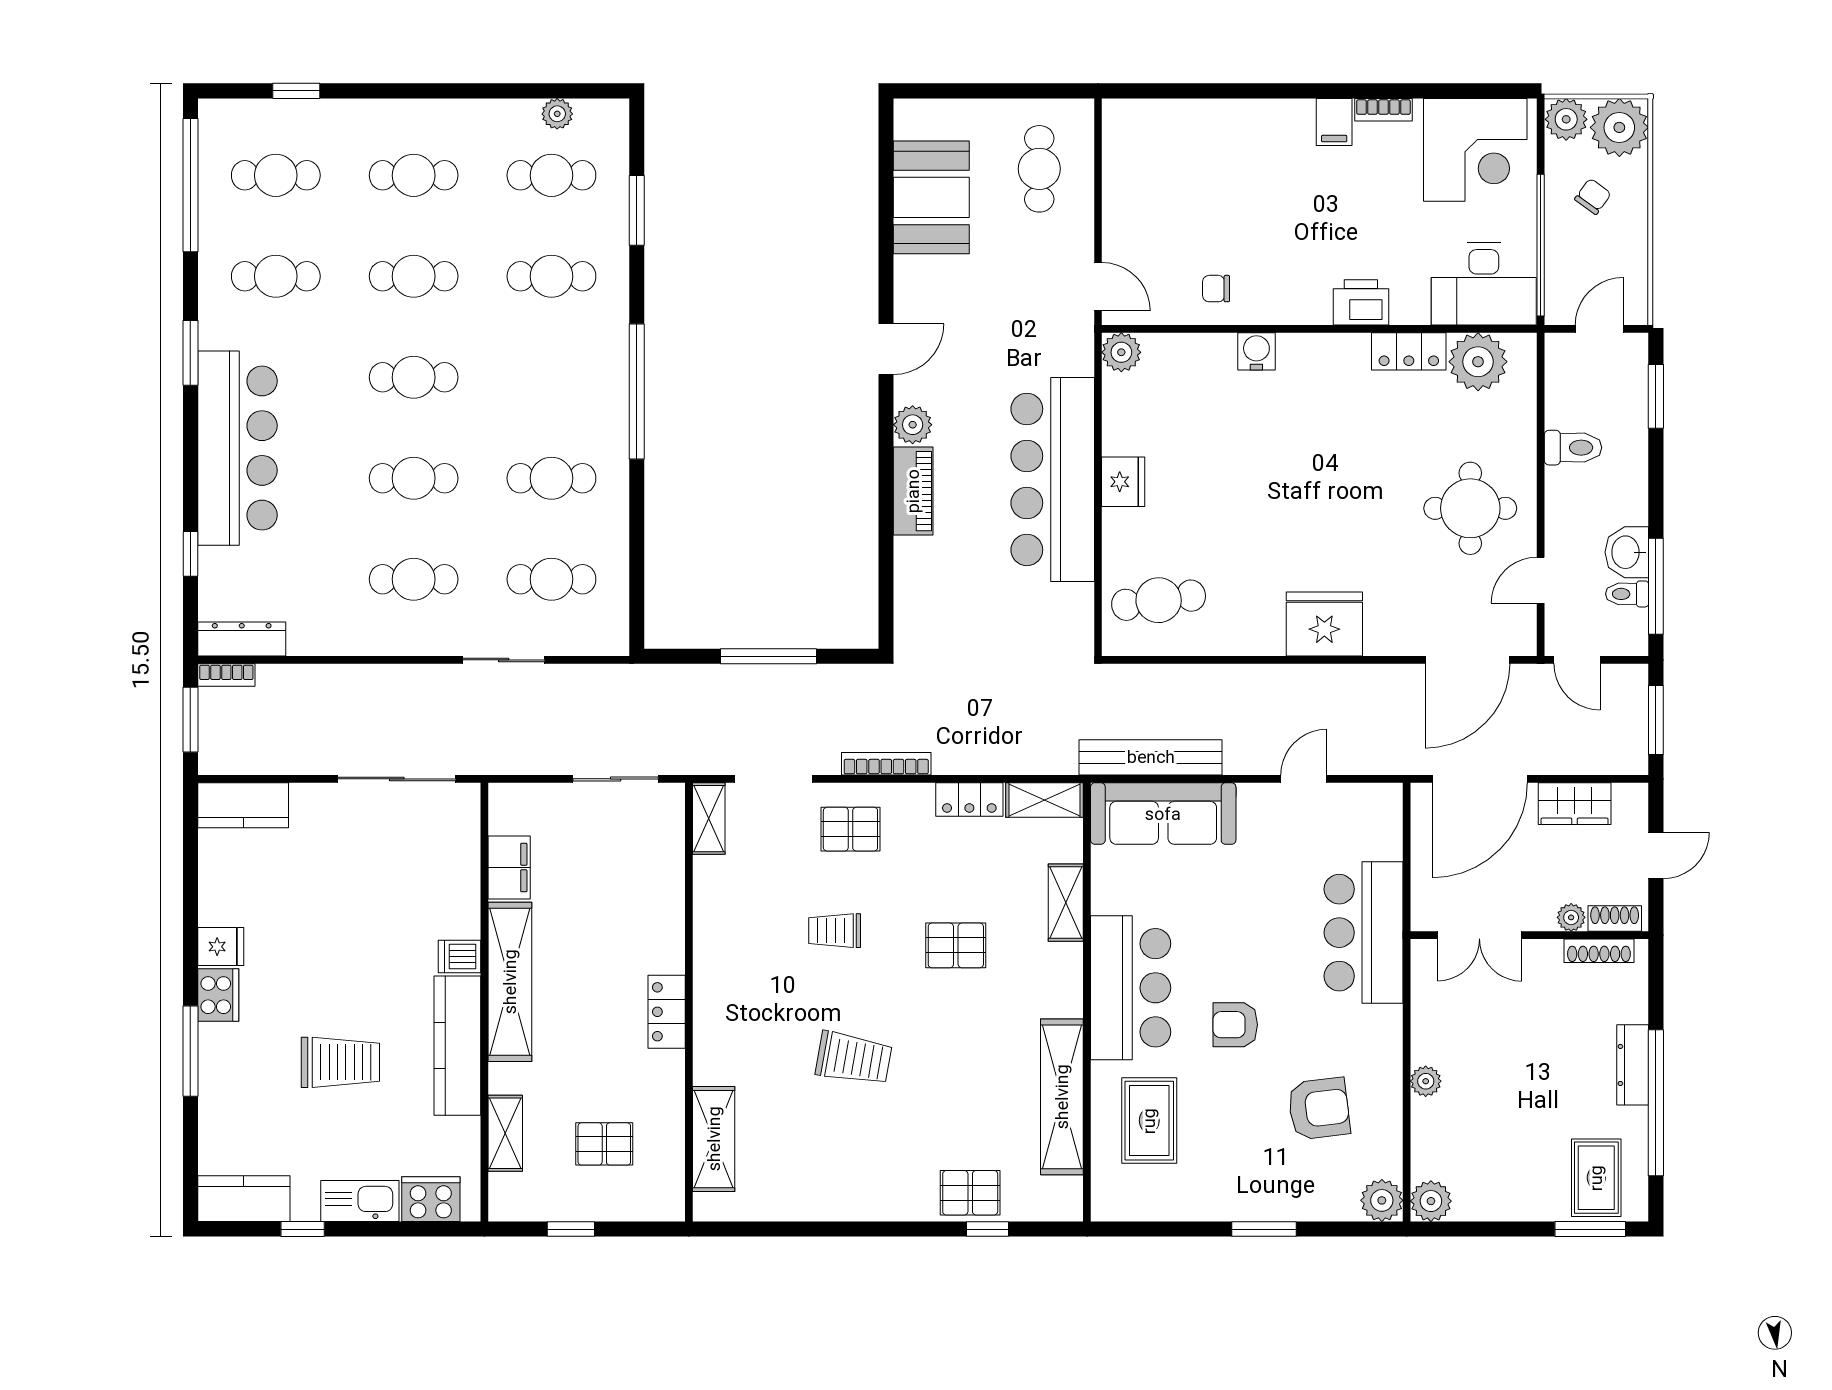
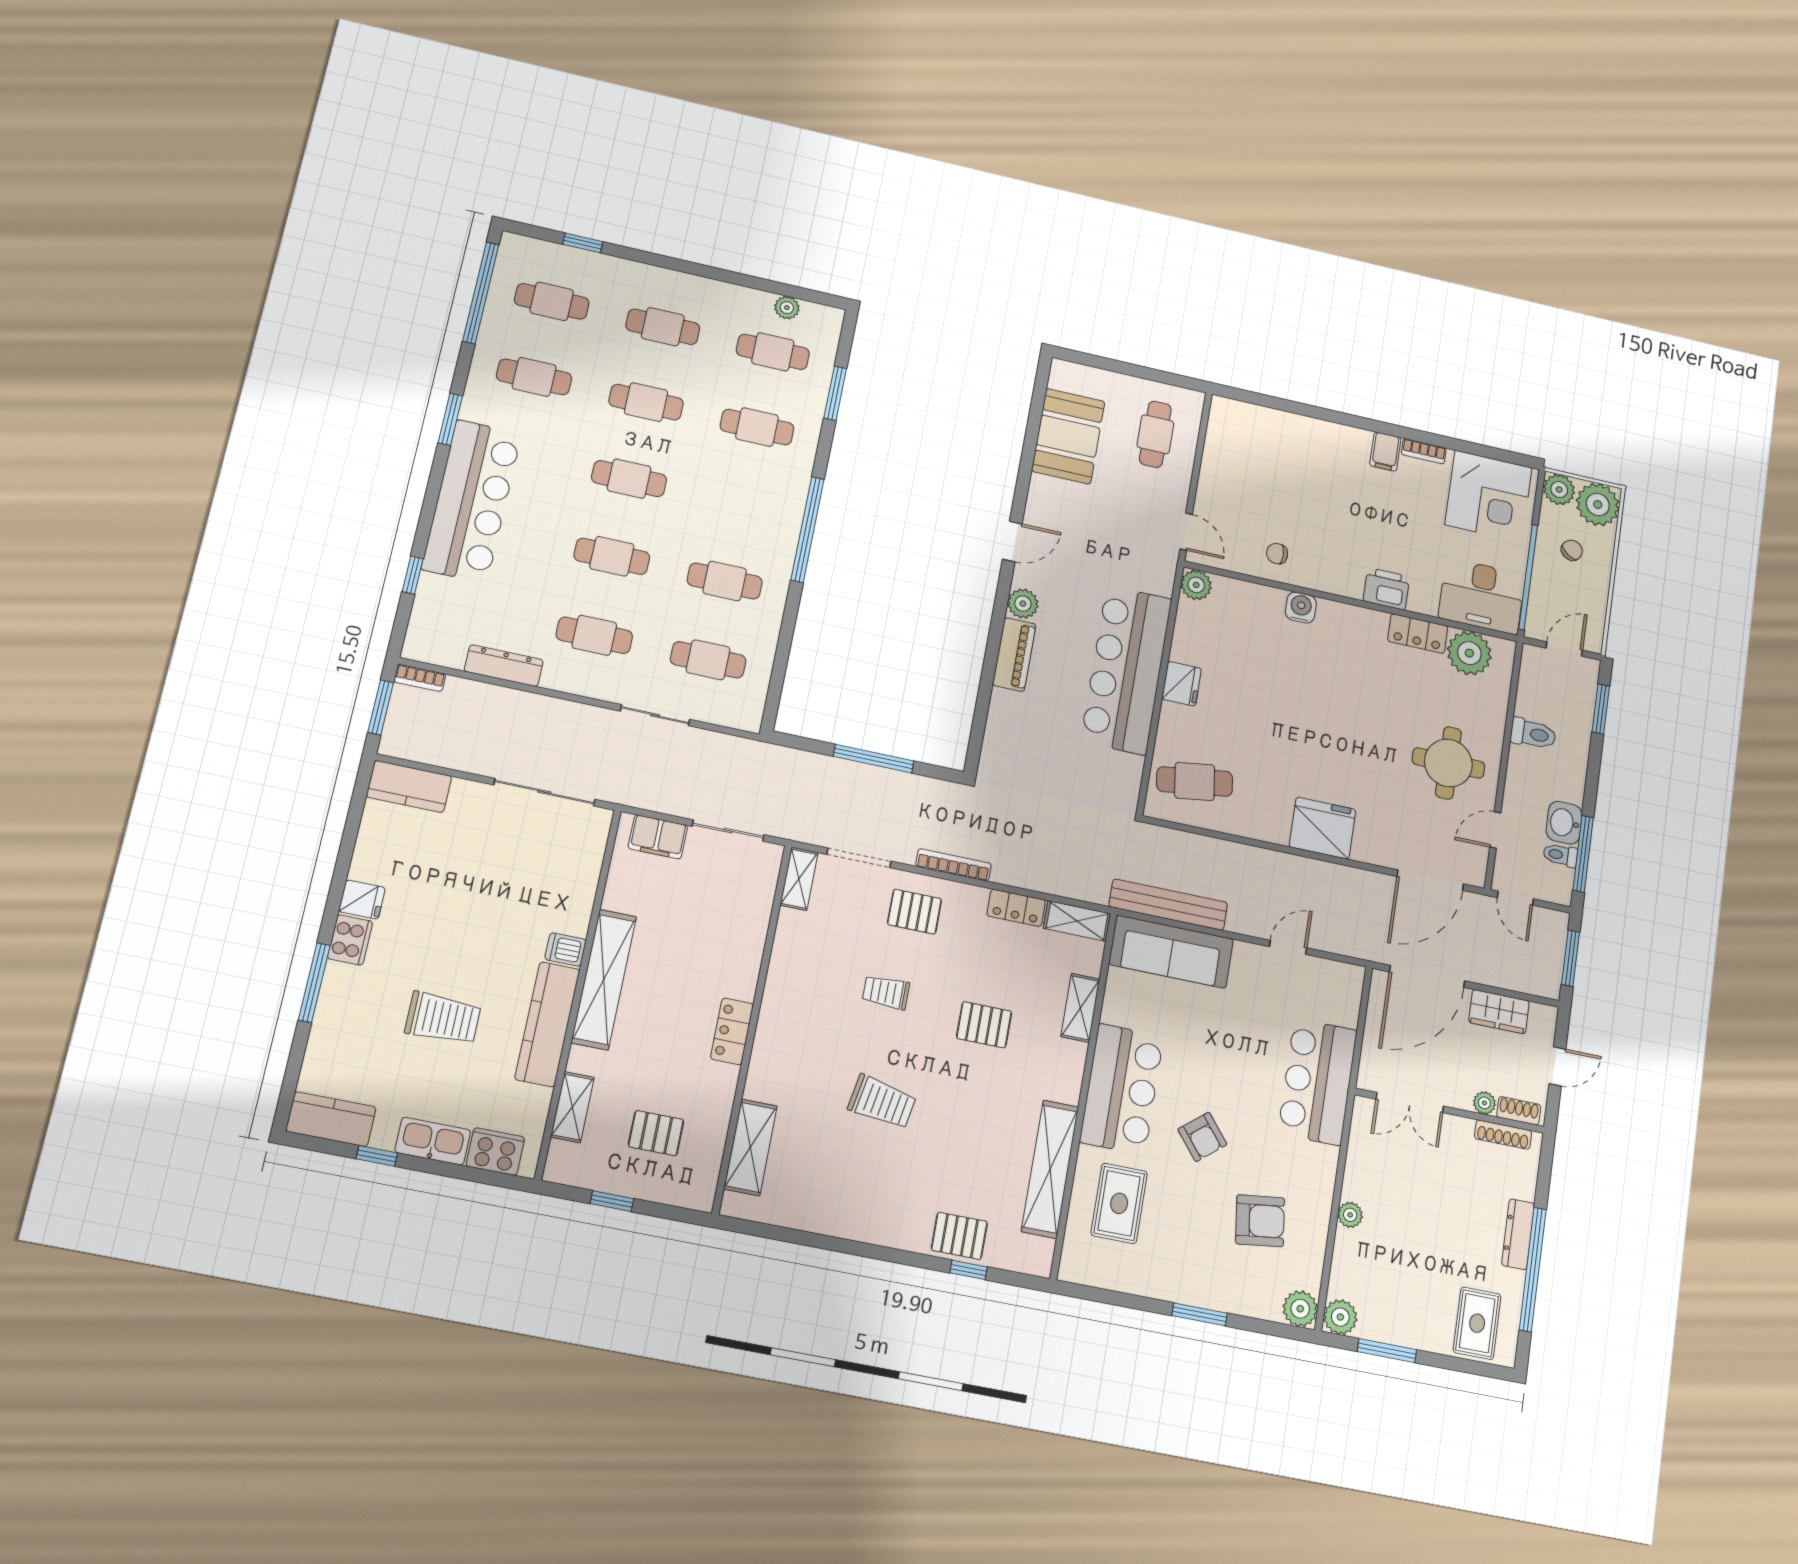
dresser: (242, 639) -> (504, 666), moved
filing cabinet: (509, 868) -> (658, 837), moved, turned 90
armchair: (1235, 1025) -> (1202, 1137), turned -129
window: (1590, 1229) -> (1387, 1351), moved

